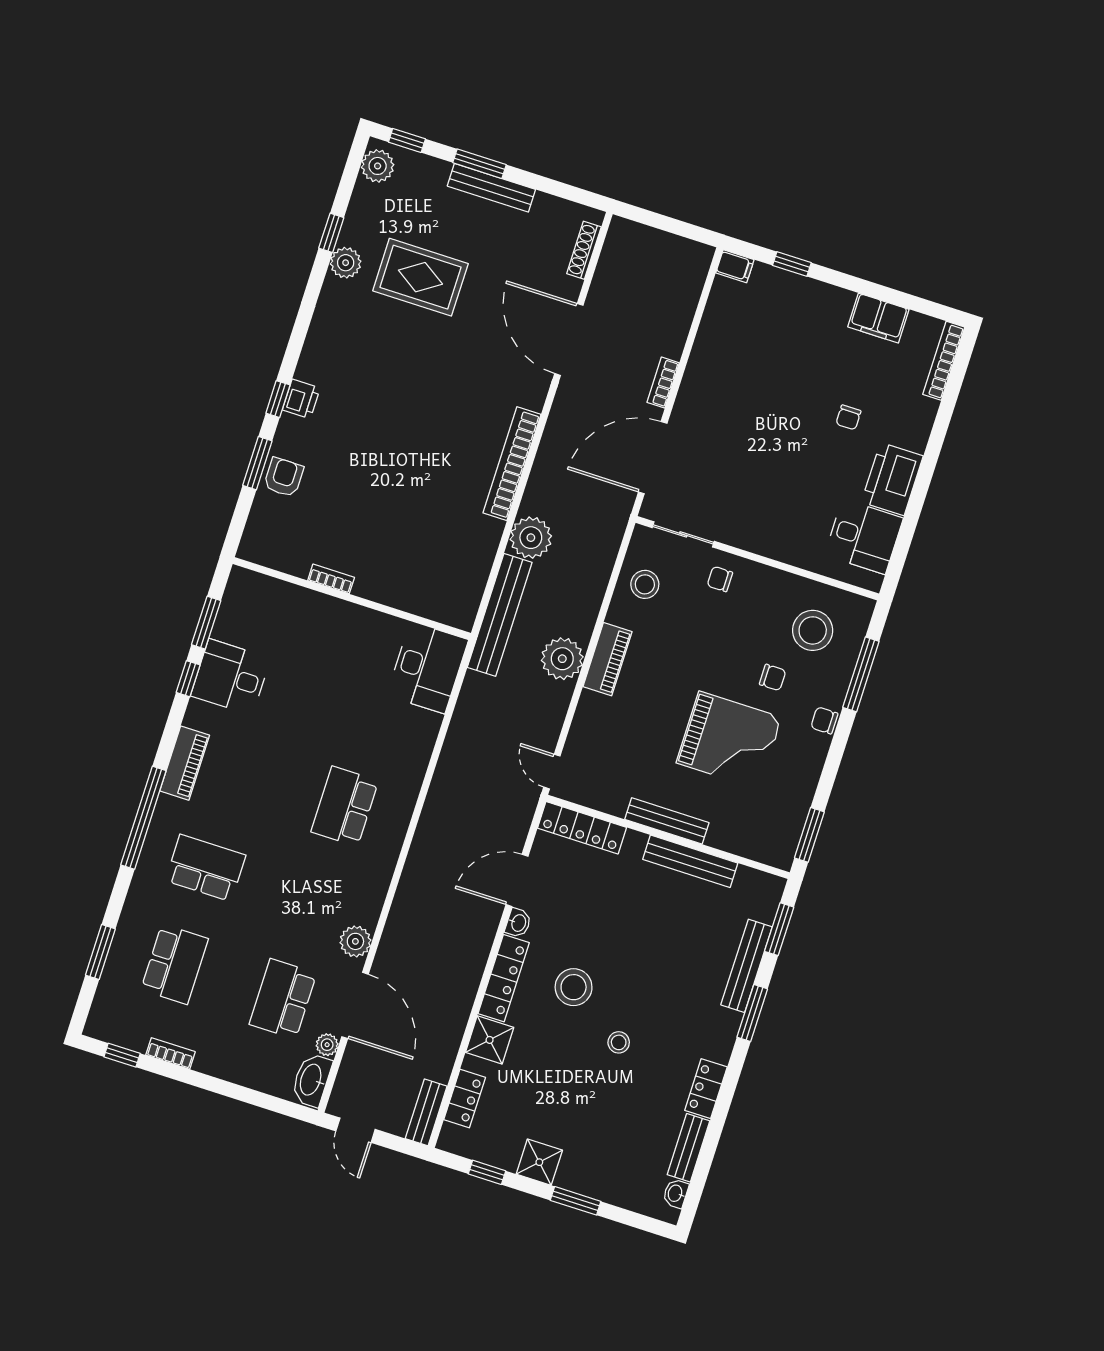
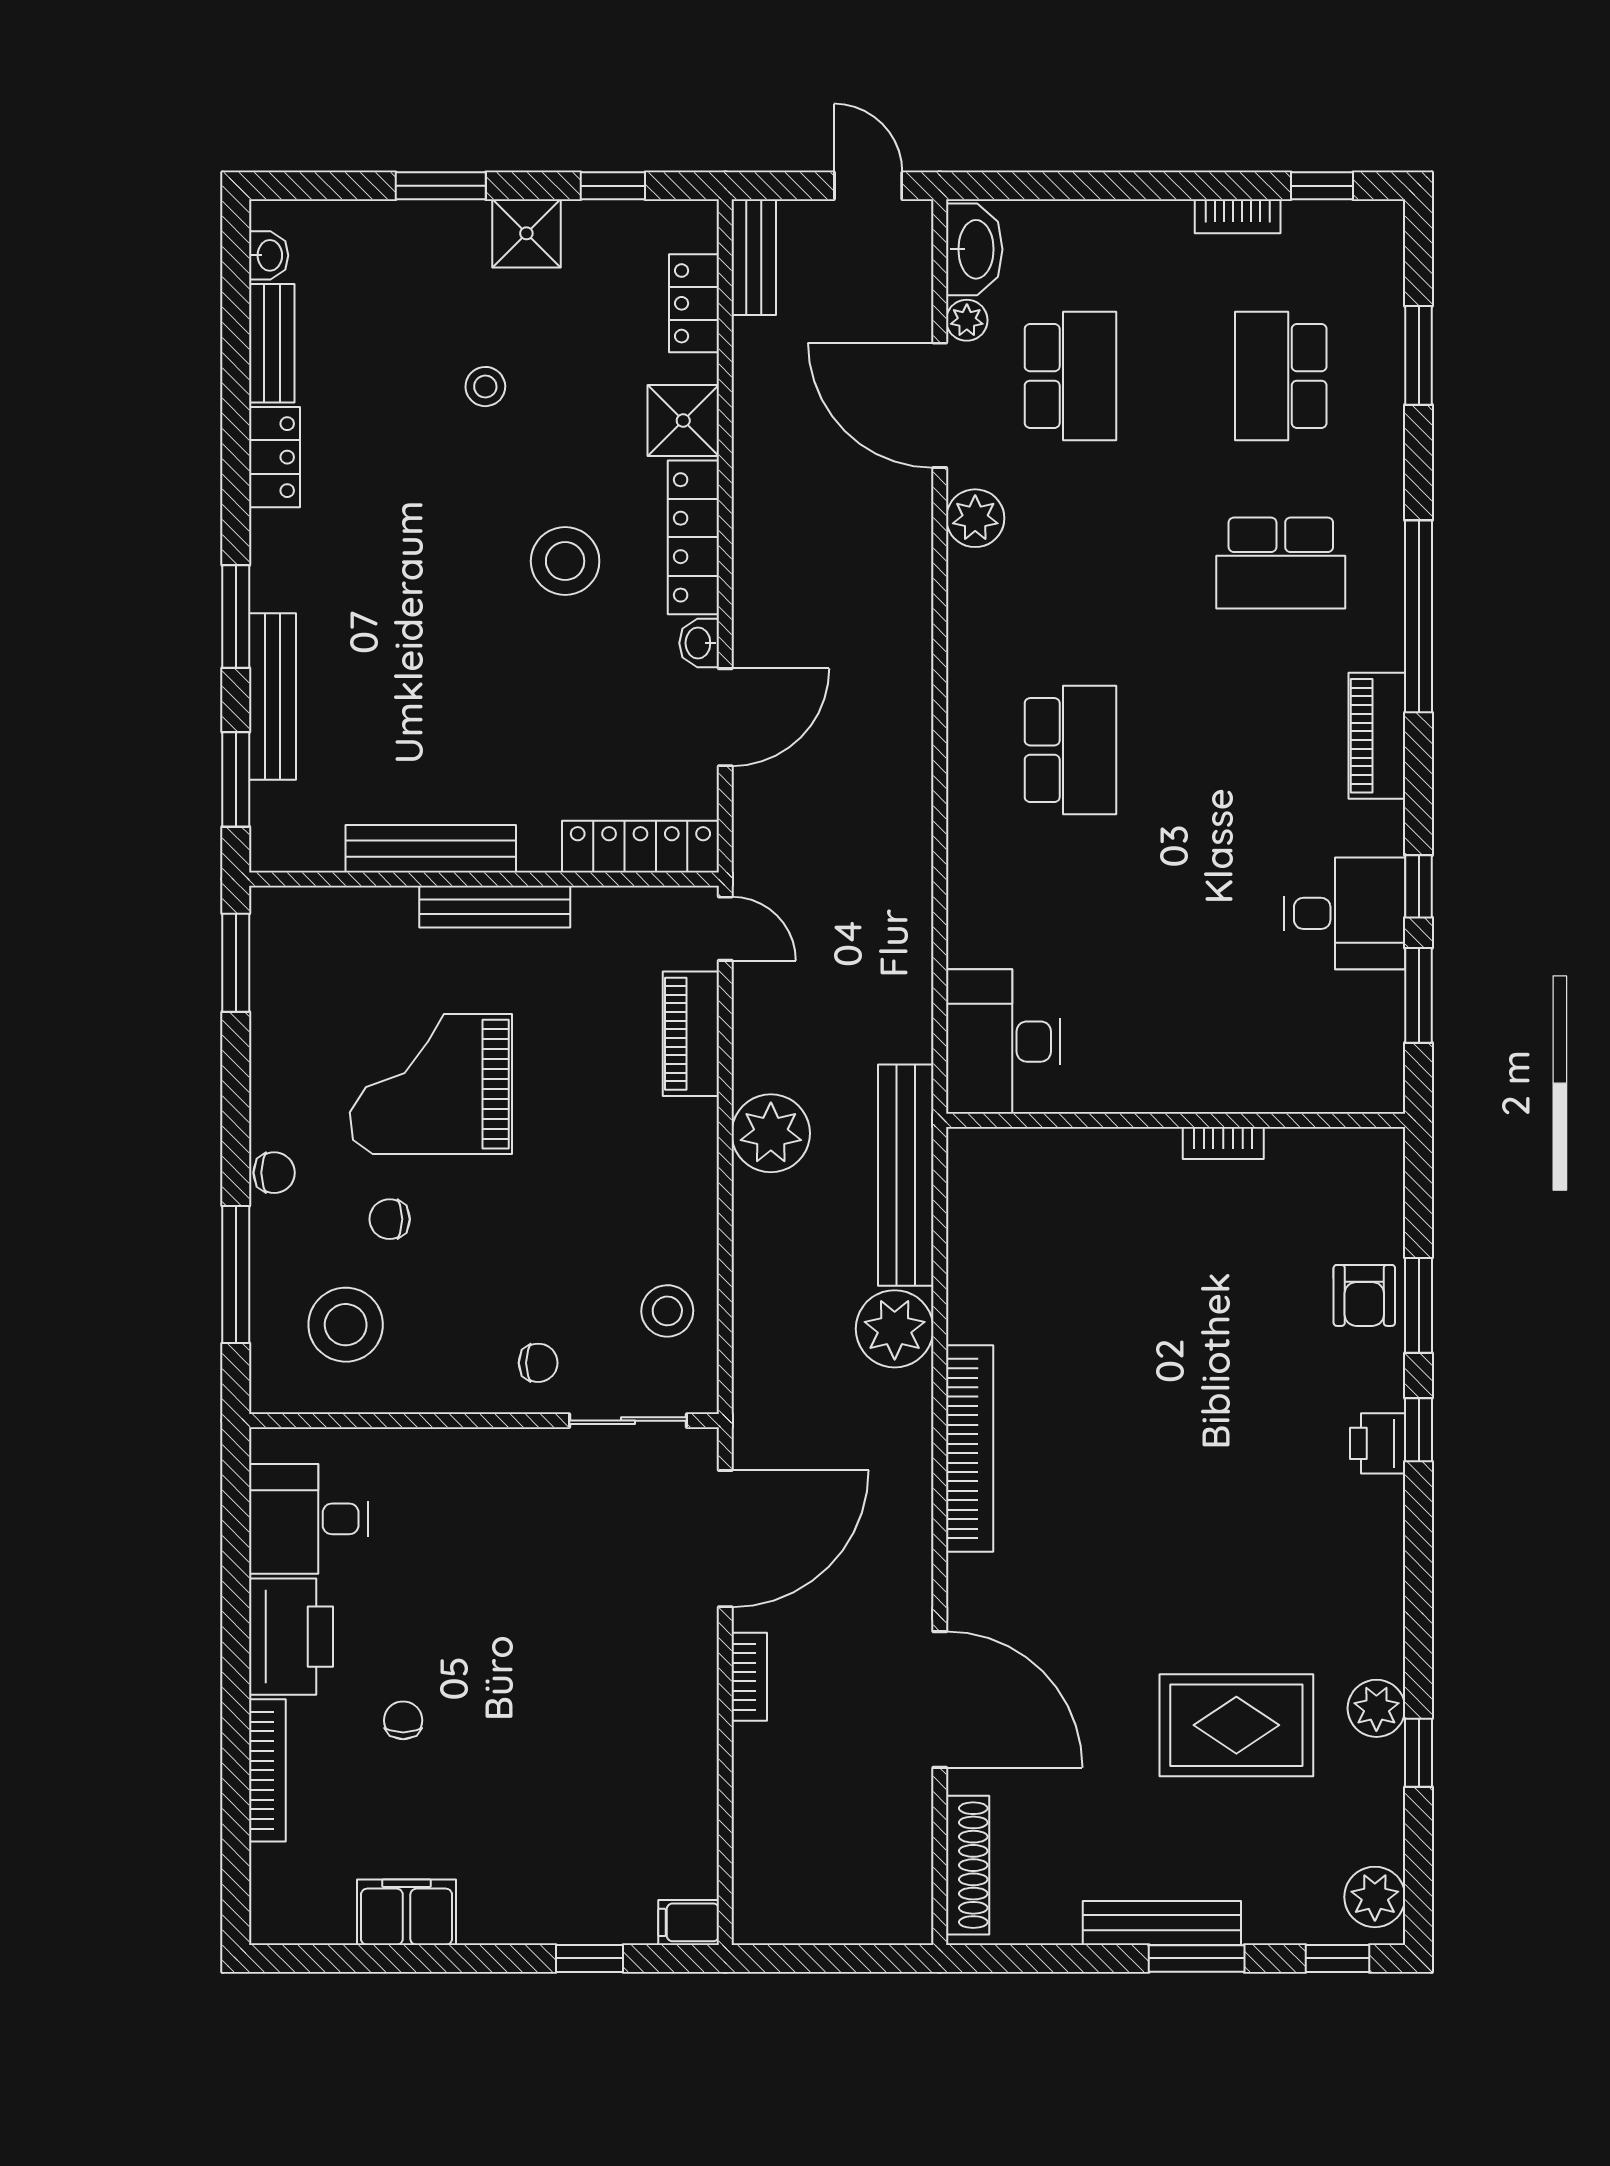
shoe rack: (584, 250) -> (968, 1865), width x1.36, depth x1.24
bookcase: (944, 361) -> (267, 1770), moved
piano: (607, 659) -> (691, 1034), moved
stool: (619, 1042) -> (485, 387), moved

